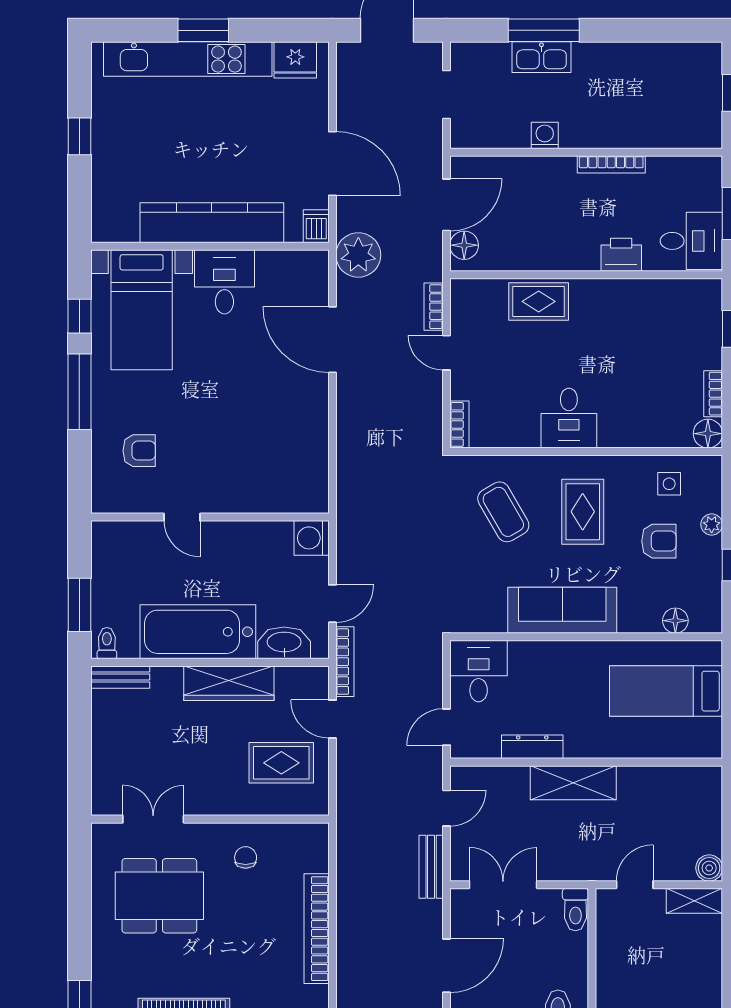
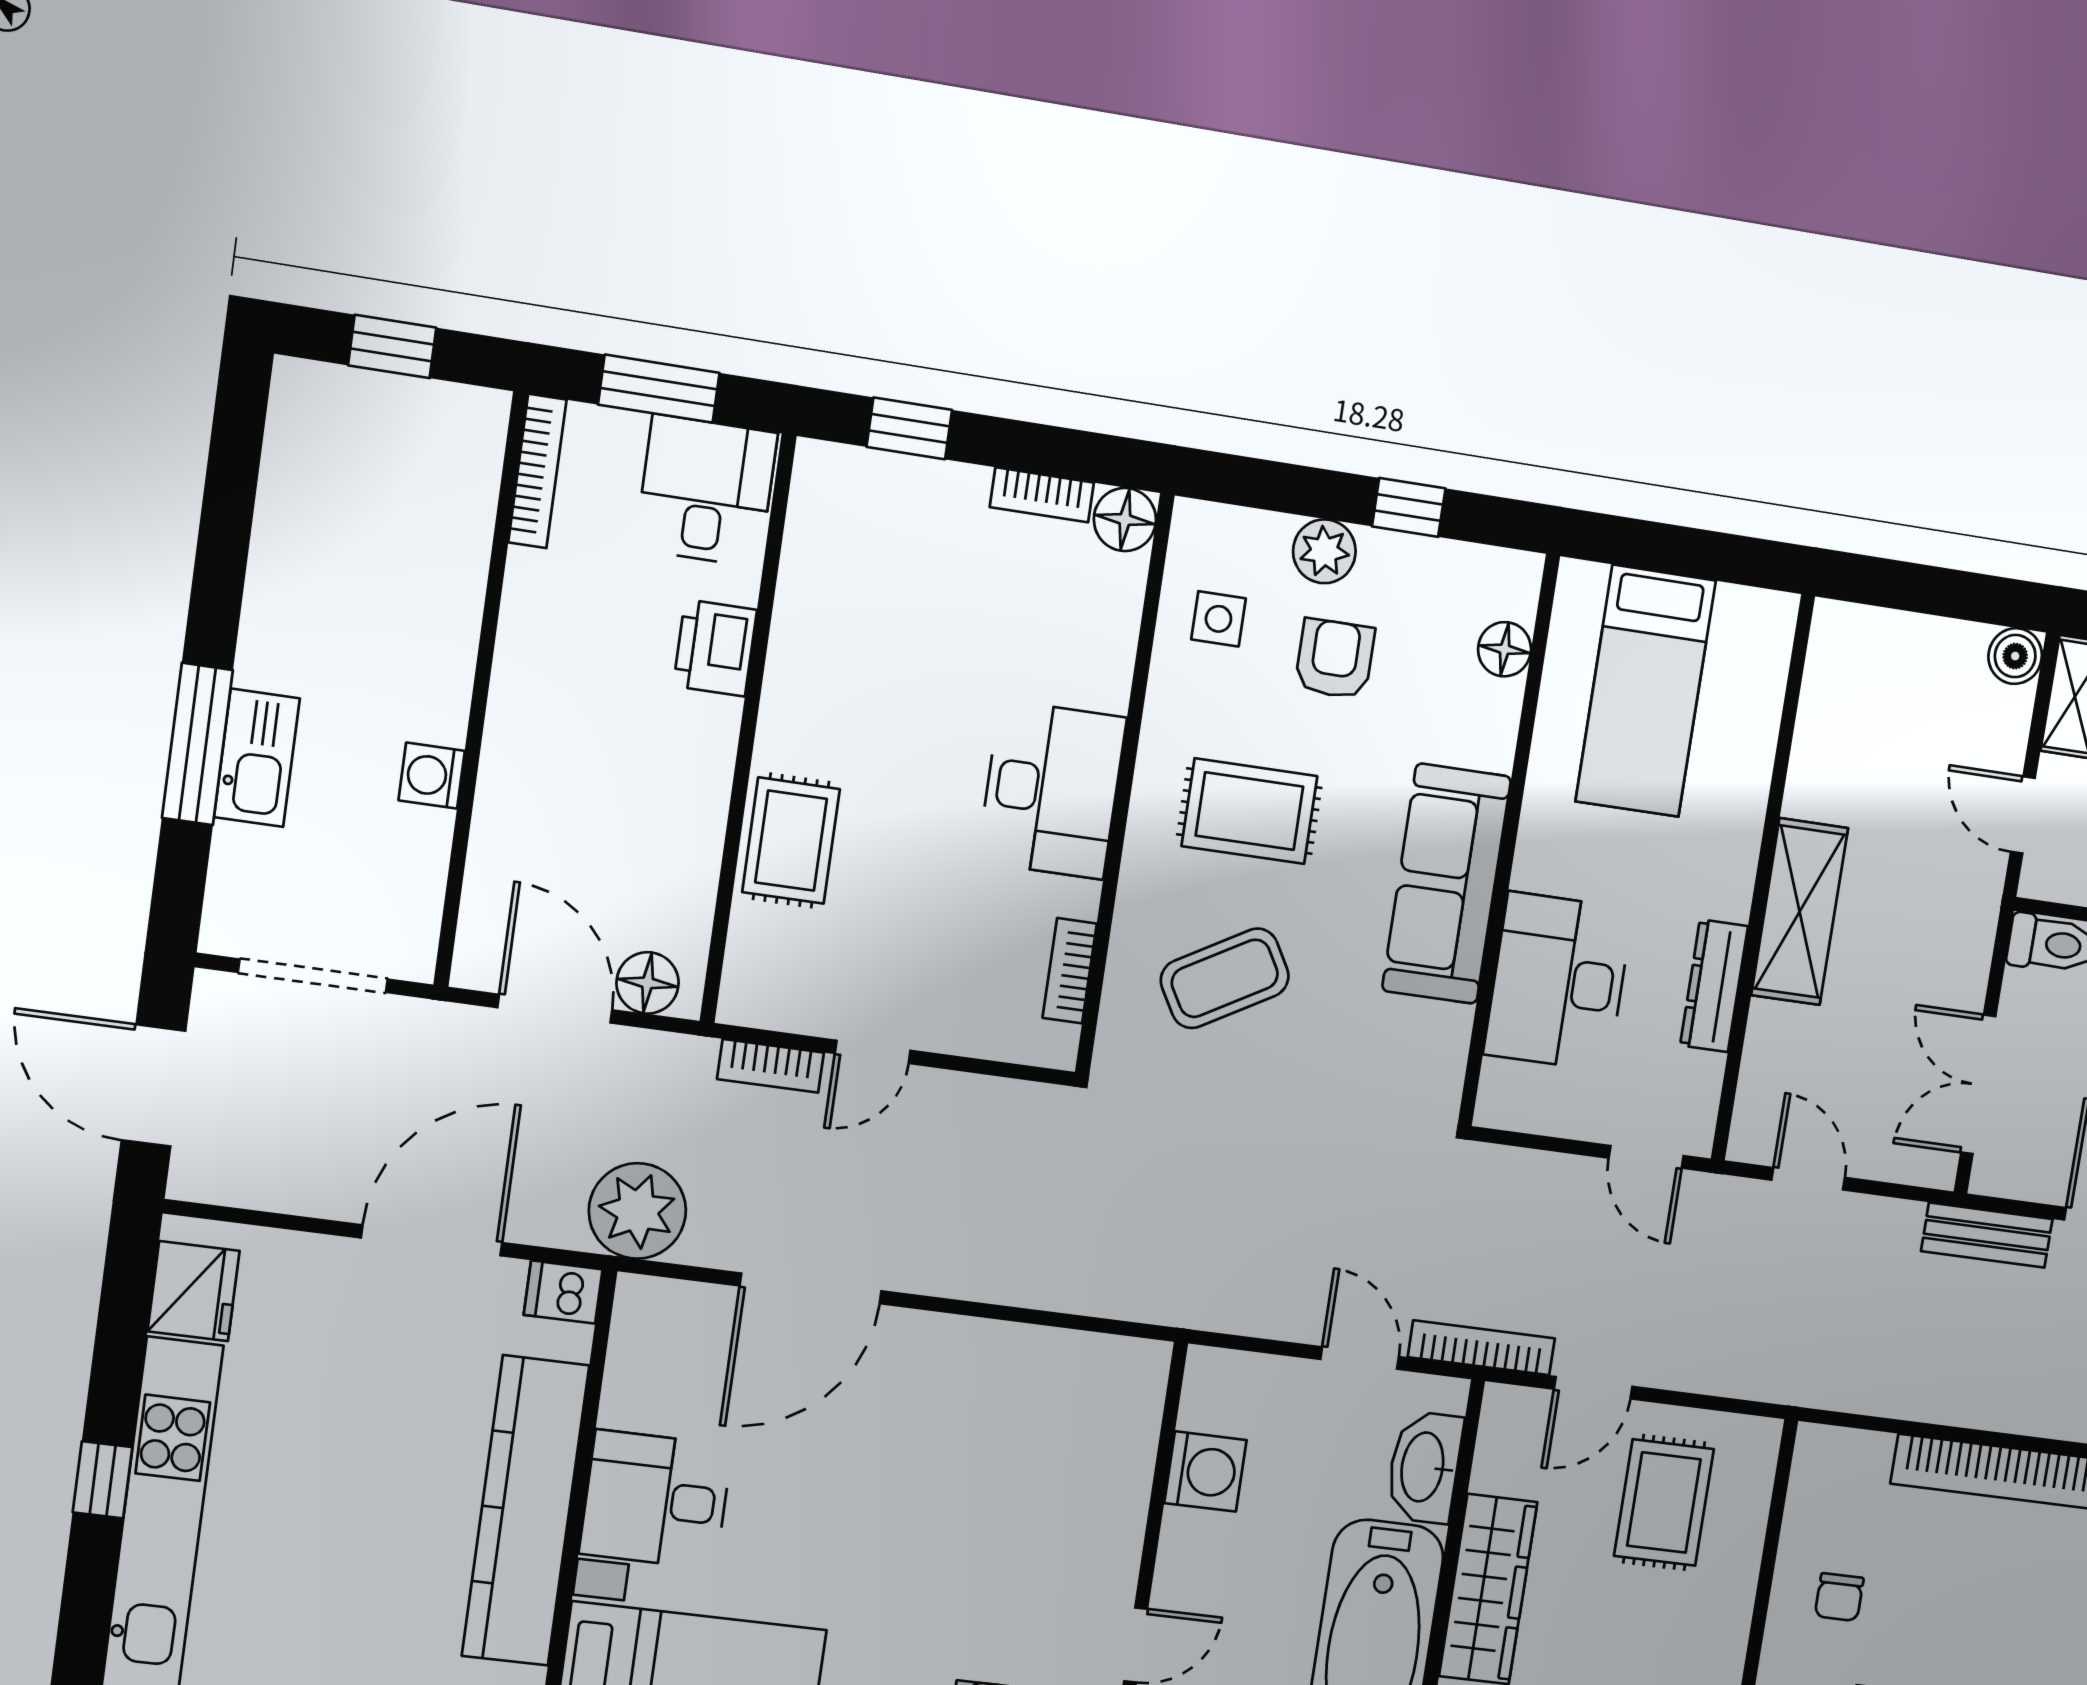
window: (203, 30) -> (103, 1480), width x0.67
doorway: (447, 95) -> (313, 976), width x1.38
bookcase: (611, 164) -> (537, 471), moved
desk: (569, 418) -> (1052, 790), width x1.37
bookcase: (459, 424) -> (1070, 971), moved, turned -90
plant: (712, 524) -> (1324, 551), width x1.38, depth x1.38
washing machine: (312, 538) -> (1205, 1472), moved, turned -90
desk: (479, 671) -> (1558, 982), moved, width x1.37
chair: (246, 857) -> (1839, 1597), turned -90
bench: (431, 867) -> (1987, 1235), moved

